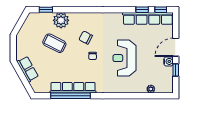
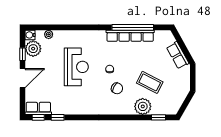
row of seats: (148, 18) -> (38, 108), width x0.50
water cooler: (169, 61) -> (30, 35), moved
plant: (166, 75) -> (33, 49), added

